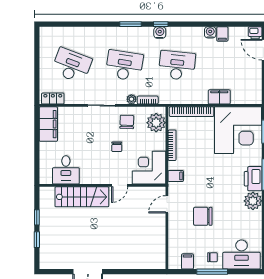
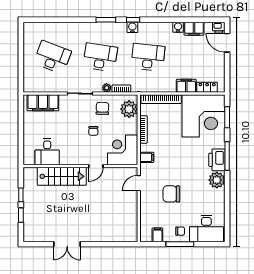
filing cabinet: (222, 34) -> (194, 29), width x2.00
locker: (53, 99) -> (207, 87), moved
filing cabinet: (48, 124) -> (43, 103), moved, turned 90

